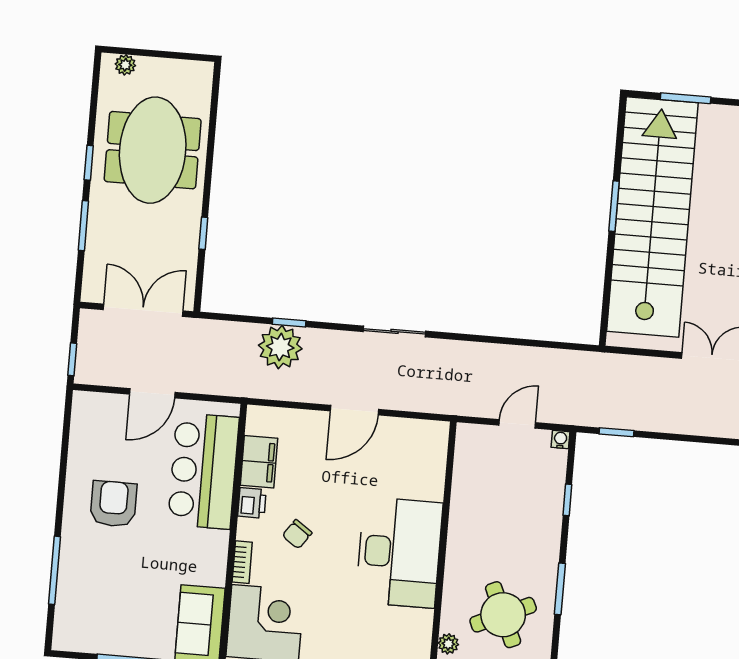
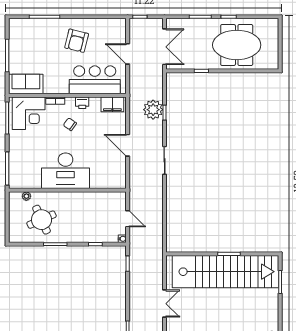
plant: (125, 65) -> (274, 29), removed
filing cabinet: (259, 462) -> (112, 104), moved
armchair: (113, 504) -> (77, 41), turned 104

